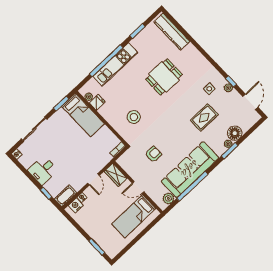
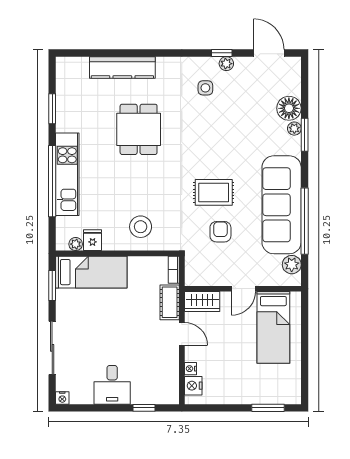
kitchen counter: (172, 32) -> (122, 67), moved
stool: (134, 117) -> (141, 227), moved
rug: (204, 117) -> (214, 192), moved, turned 90
cot: (66, 196) -> (170, 302), moved

